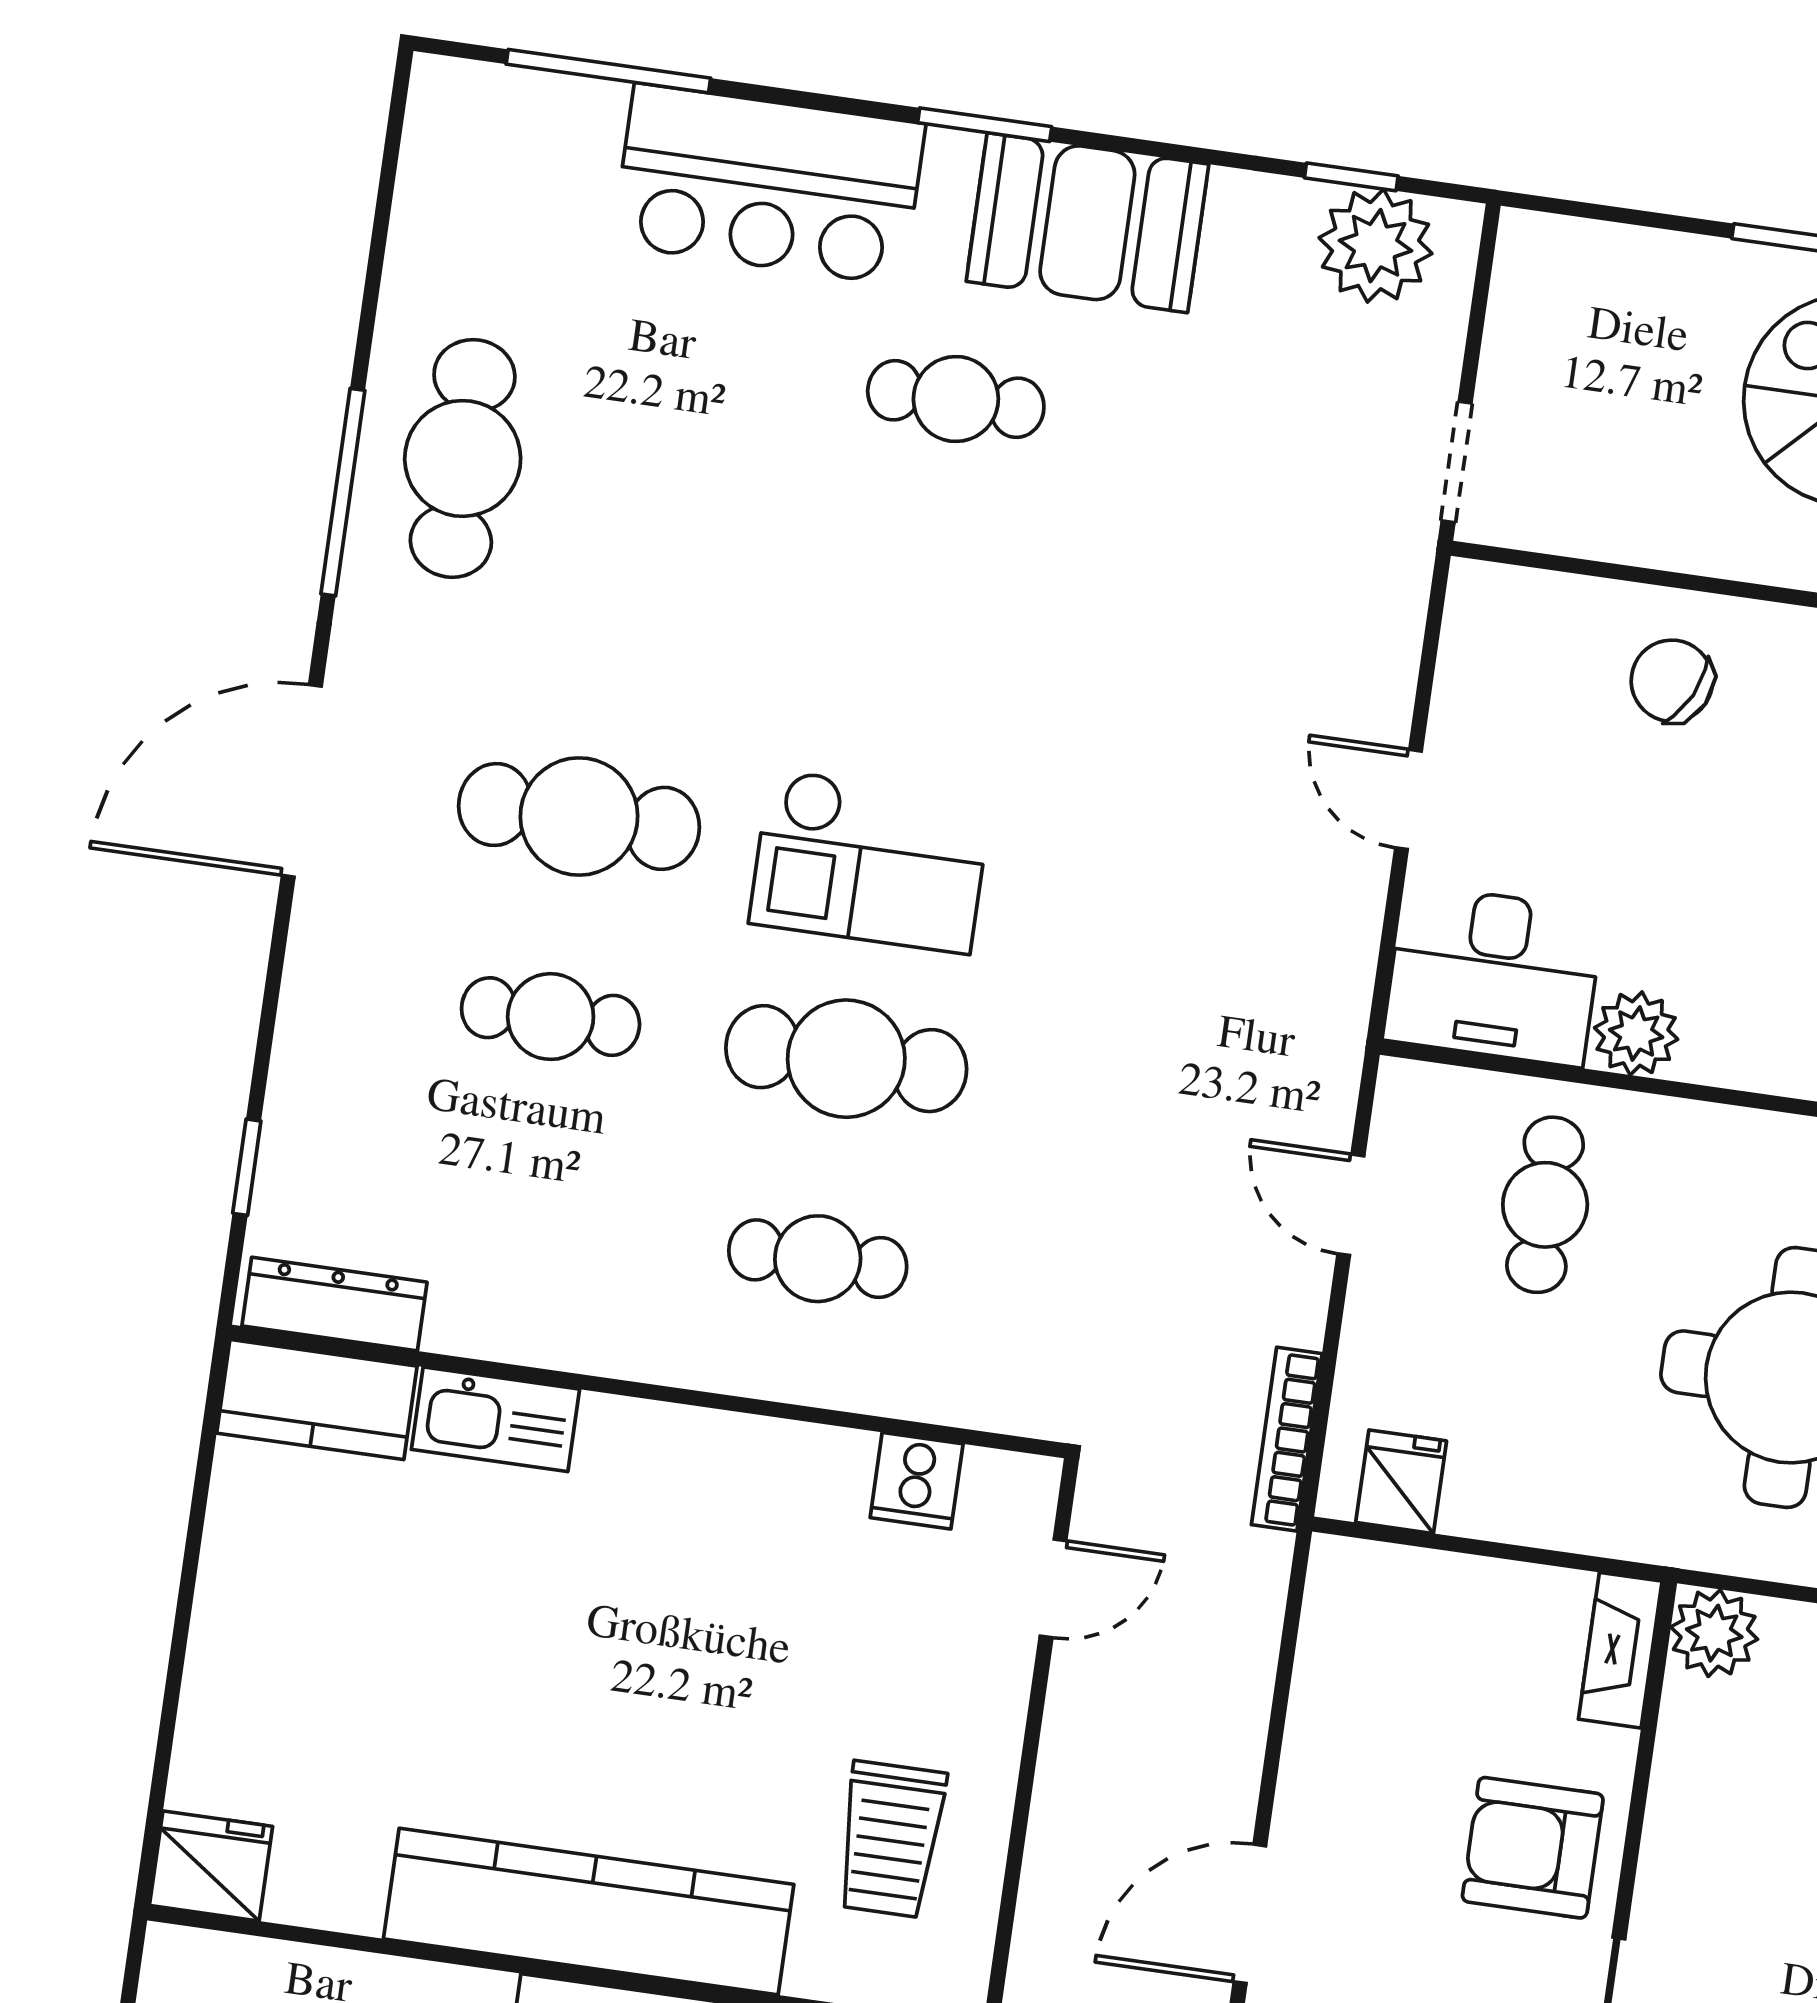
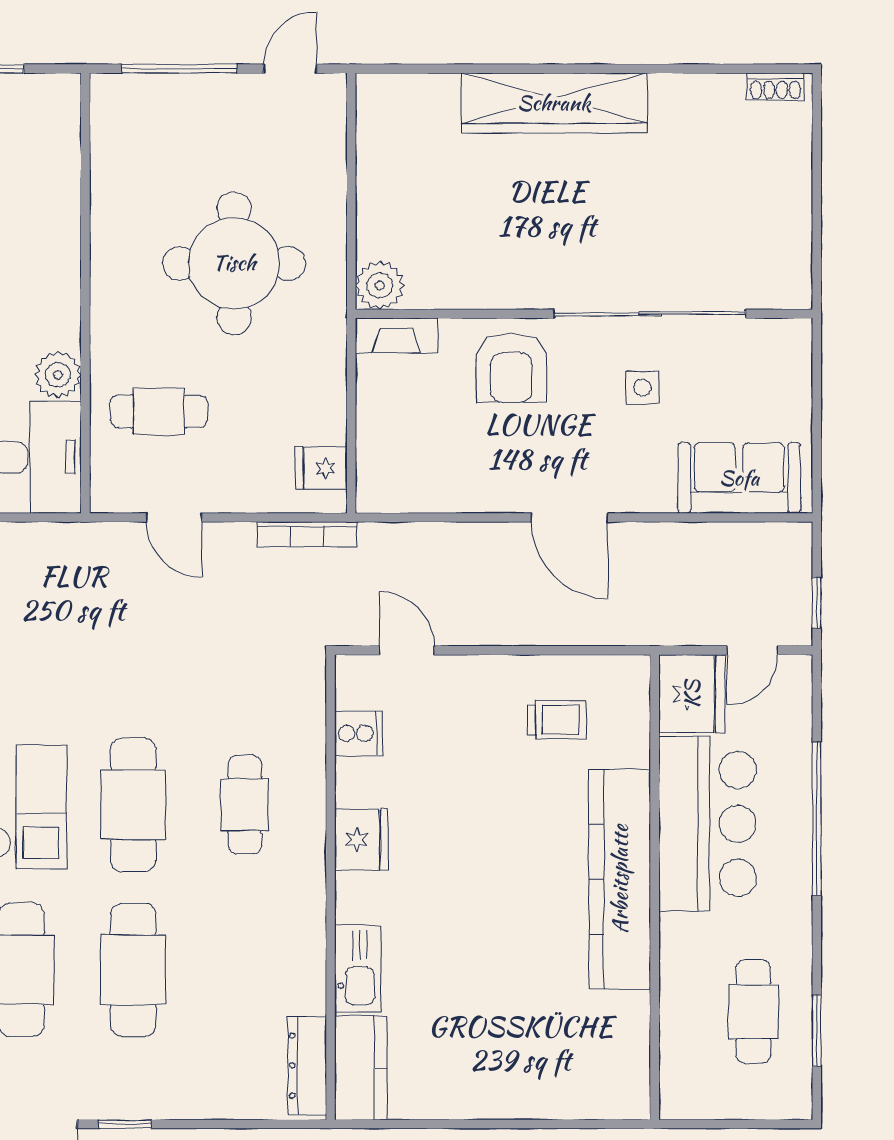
cafe table: (551, 1017) -> (133, 970), width x1.37, depth x1.35
window: (247, 1167) -> (125, 1124), moved
door: (1351, 1205) -> (174, 517), hinge flipped
trolley: (891, 1839) -> (557, 720), width x0.73, depth x0.72
fridge: (211, 1866) -> (361, 840), moved, turned 180

